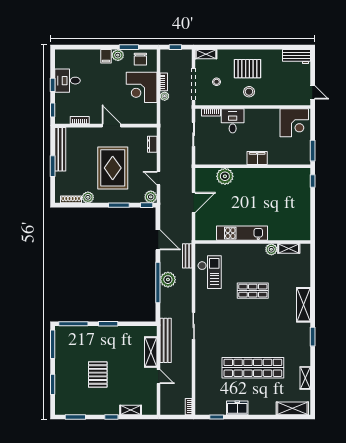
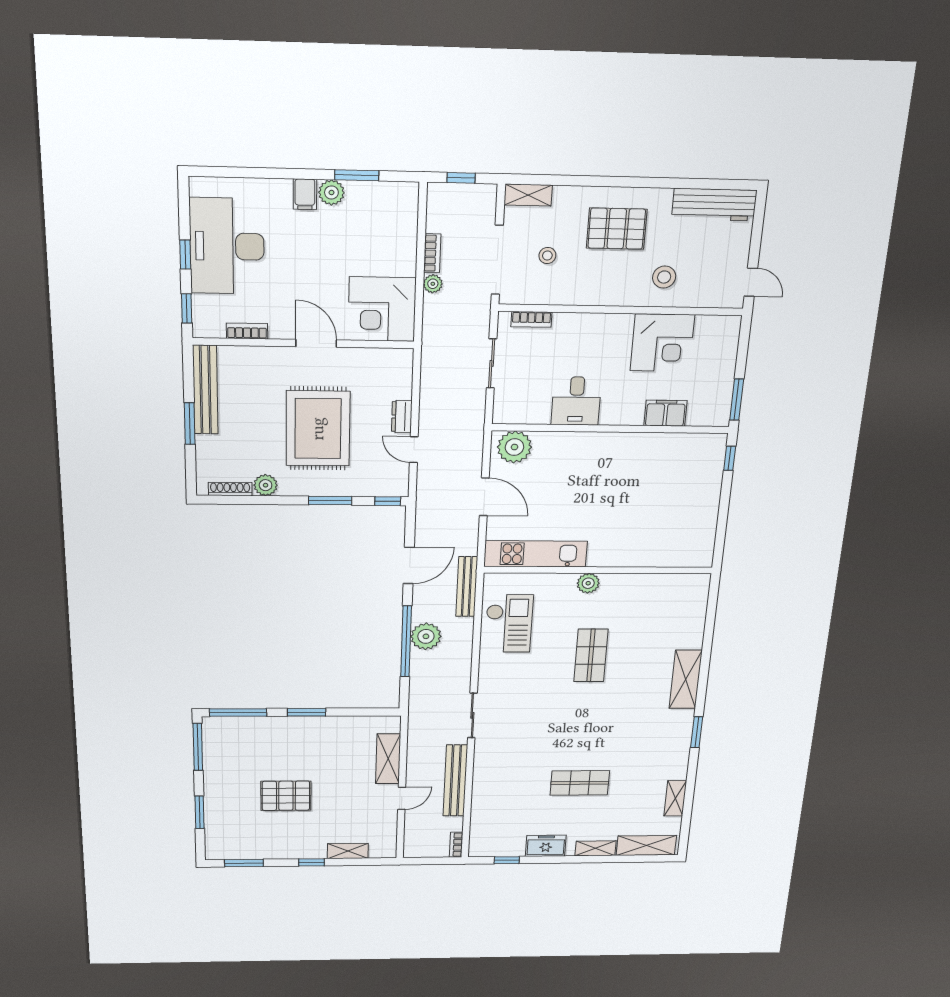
workbench: (297, 57) -> (714, 205), width x1.38
chair: (140, 59) -> (382, 202), removed
desk: (67, 81) -> (227, 246), width x1.87, depth x1.30
corner desk: (142, 87) -> (382, 309), moved
stool: (249, 92) -> (664, 277), moved
desk: (233, 121) -> (576, 401), moved, turned 180
corner desk: (294, 123) -> (662, 343), moved
dresser: (152, 144) -> (402, 417), moved
filing cabinet: (257, 158) -> (665, 413), moved
plant: (225, 176) -> (514, 447), moved
plant: (151, 197) -> (396, 485), removed
door: (194, 203) -> (484, 497), hinge flipped
kitchen unit: (242, 233) -> (536, 554), moved
door: (158, 240) -> (409, 565), hinge flipped
shelving: (289, 248) -> (595, 848), moved
plant: (271, 249) -> (588, 583), moved
bench: (187, 256) -> (467, 587), width x1.36
shop shelf: (253, 291) -> (591, 655), turned 90
bench: (166, 340) -> (455, 781), moved
shop shelf: (253, 368) -> (580, 783), width x0.50, depth x0.74
pallet: (98, 374) -> (286, 796), turned 90
door: (158, 377) -> (402, 798), hinge flipped

